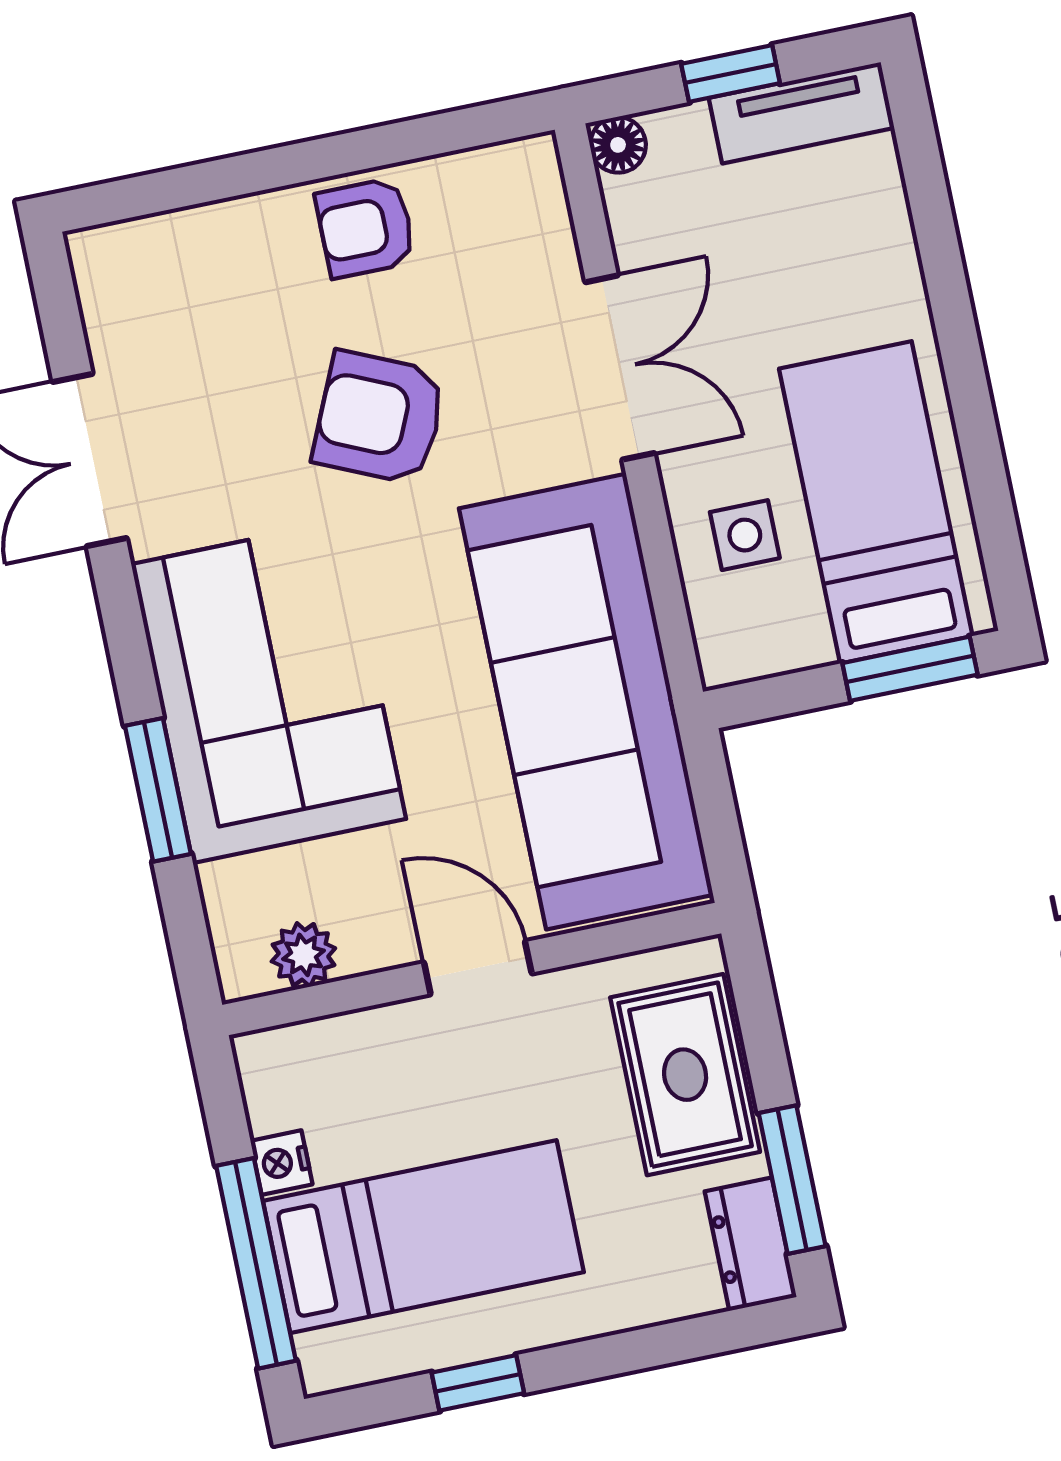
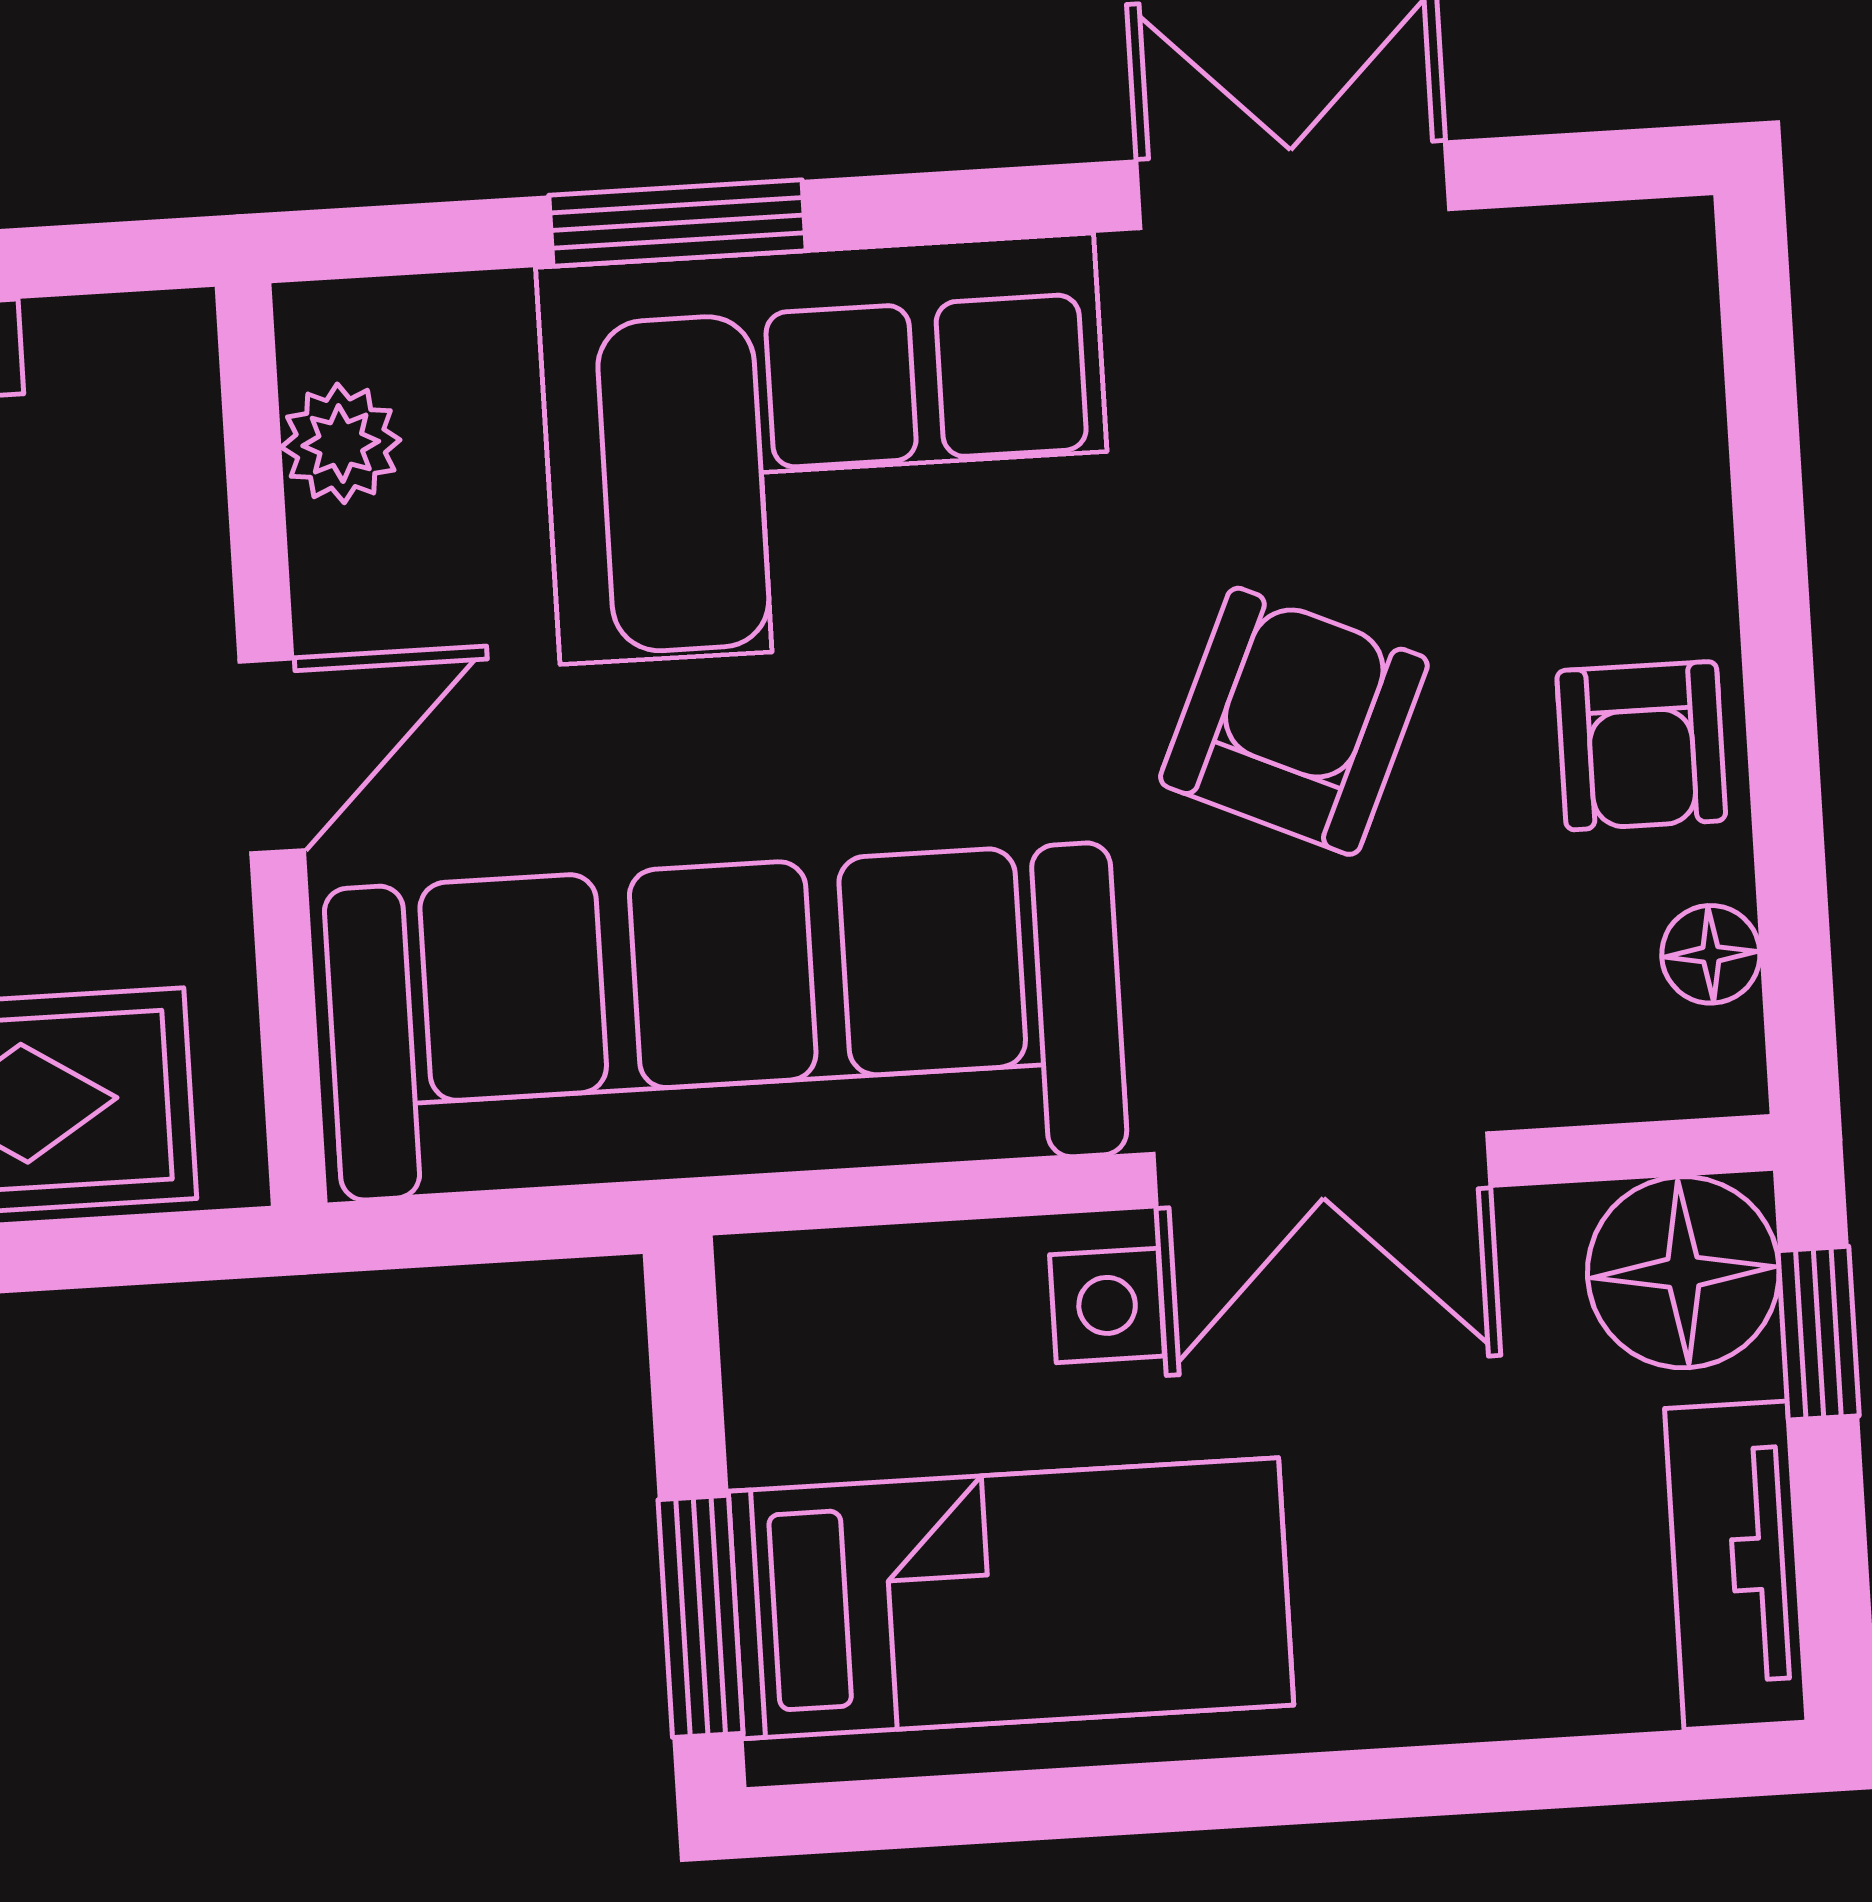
window: (731, 73) -> (1819, 1333), moved
floor lamp: (618, 145) -> (1683, 1272), width x1.89, depth x1.89
floor lamp: (473, 174) -> (1711, 954), added
armchair: (366, 228) -> (1641, 746), turned 180
side table: (745, 535) -> (1107, 1305), moved

